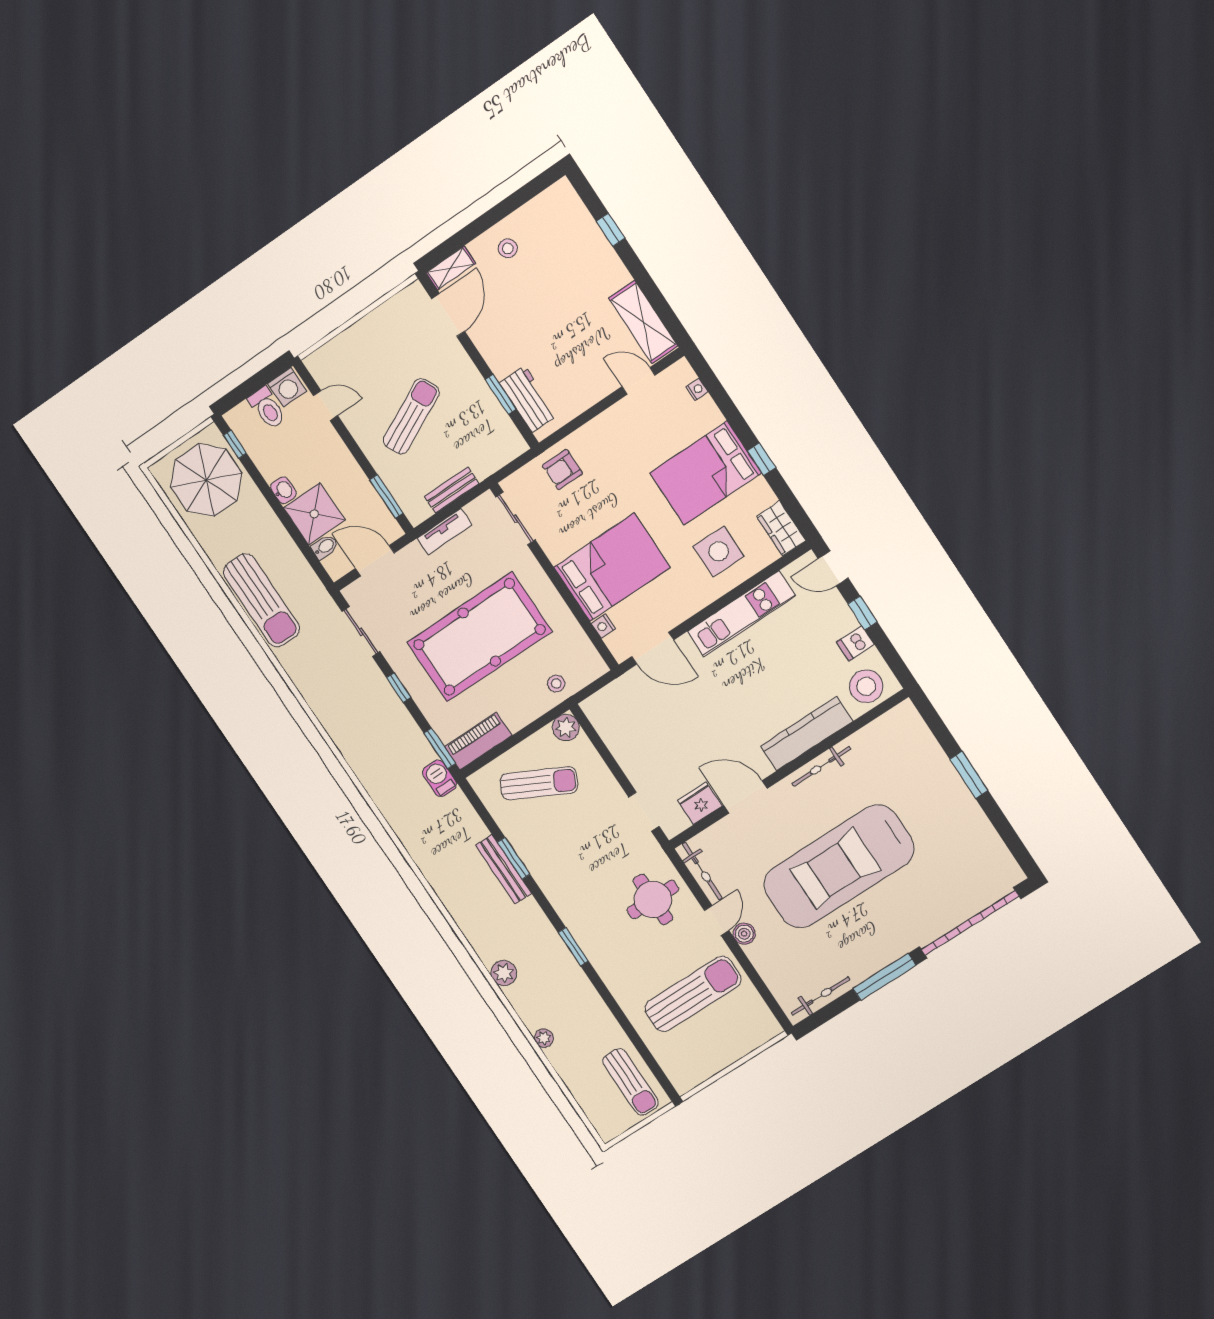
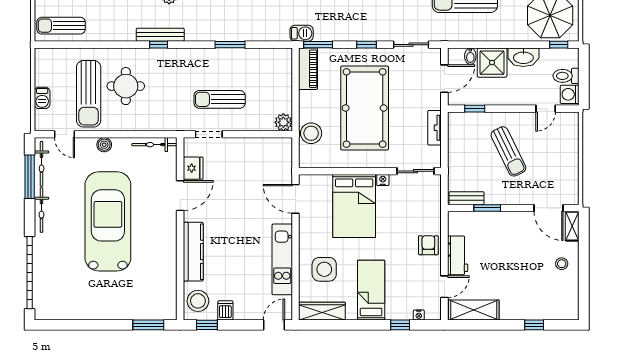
workbench: (528, 399) -> (458, 255), moved, turned -90
window: (762, 459) -> (400, 325), moved
armchair: (563, 469) -> (428, 245), moved
bed: (706, 473) -> (371, 290), width x0.67
washbasin: (283, 490) -> (523, 57), width x1.91, depth x1.45
bench: (452, 490) -> (466, 198), moved, turned 90
window: (386, 496) -> (475, 109), width x0.67
wardrobe: (781, 528) -> (322, 311), width x1.50
window: (863, 613) -> (207, 325), moved
nightstand: (603, 626) -> (383, 180), moved
door: (653, 648) -> (295, 199), hinge flipped
stool: (556, 684) -> (311, 133), width x1.89, depth x1.89
bicycle: (821, 766) -> (42, 210), moved, turned 180
window: (969, 775) -> (148, 325), moved
sun lounger: (539, 783) -> (220, 99), moved, turned 63
bench: (503, 869) -> (160, 35), moved
round table: (653, 899) -> (126, 86), moved
door: (717, 921) -> (64, 134), moved
window: (573, 947) -> (159, 45), width x0.67
window: (884, 977) -> (30, 177), moved
barbecue: (737, 1048) -> (42, 98), added

